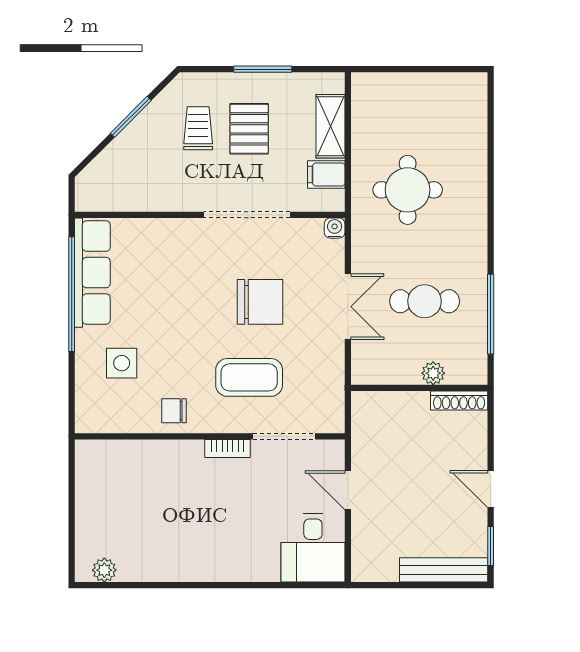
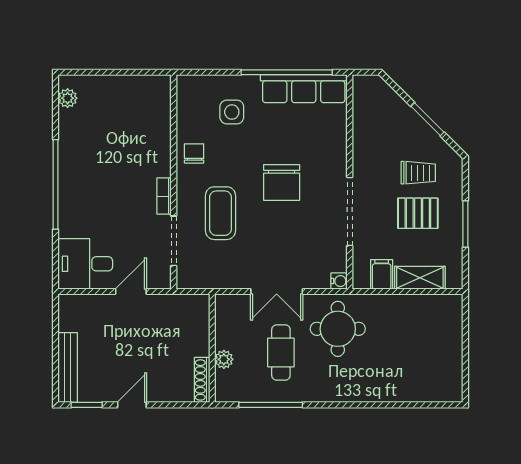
round table: (408, 190) -> (338, 329), moved
chair: (260, 302) -> (282, 183), moved
window: (213, 585) -> (55, 184), added

